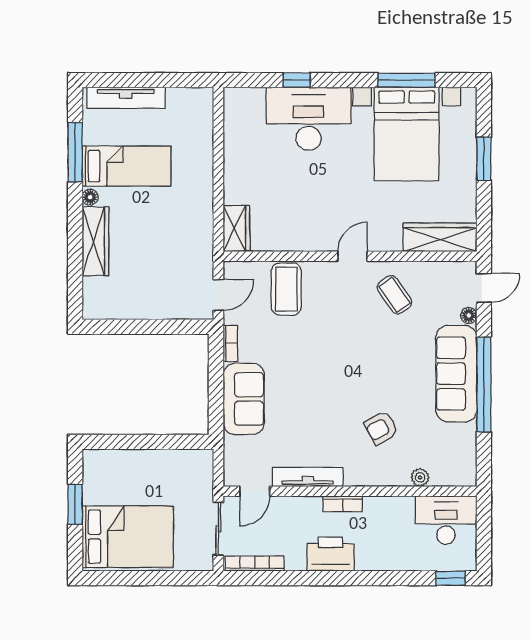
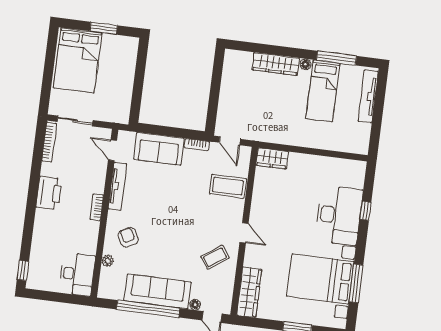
tv unit: (308, 477) -> (117, 186), moved
plant: (420, 477) -> (108, 261), moved
door: (255, 491) -> (112, 150), moved
wall: (350, 491) -> (104, 213), moved
bookcase: (343, 504) -> (97, 207), moved
desk: (446, 520) -> (77, 274), moved

